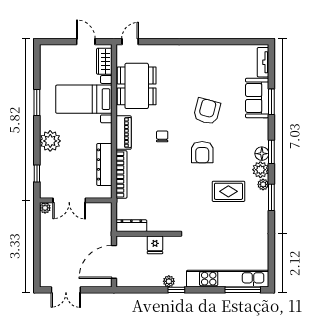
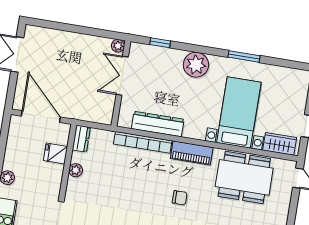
dresser: (131, 226) -> (81, 139), width x0.70
plant: (153, 226) -> (76, 170), added
fridge: (155, 245) -> (56, 154), moved

